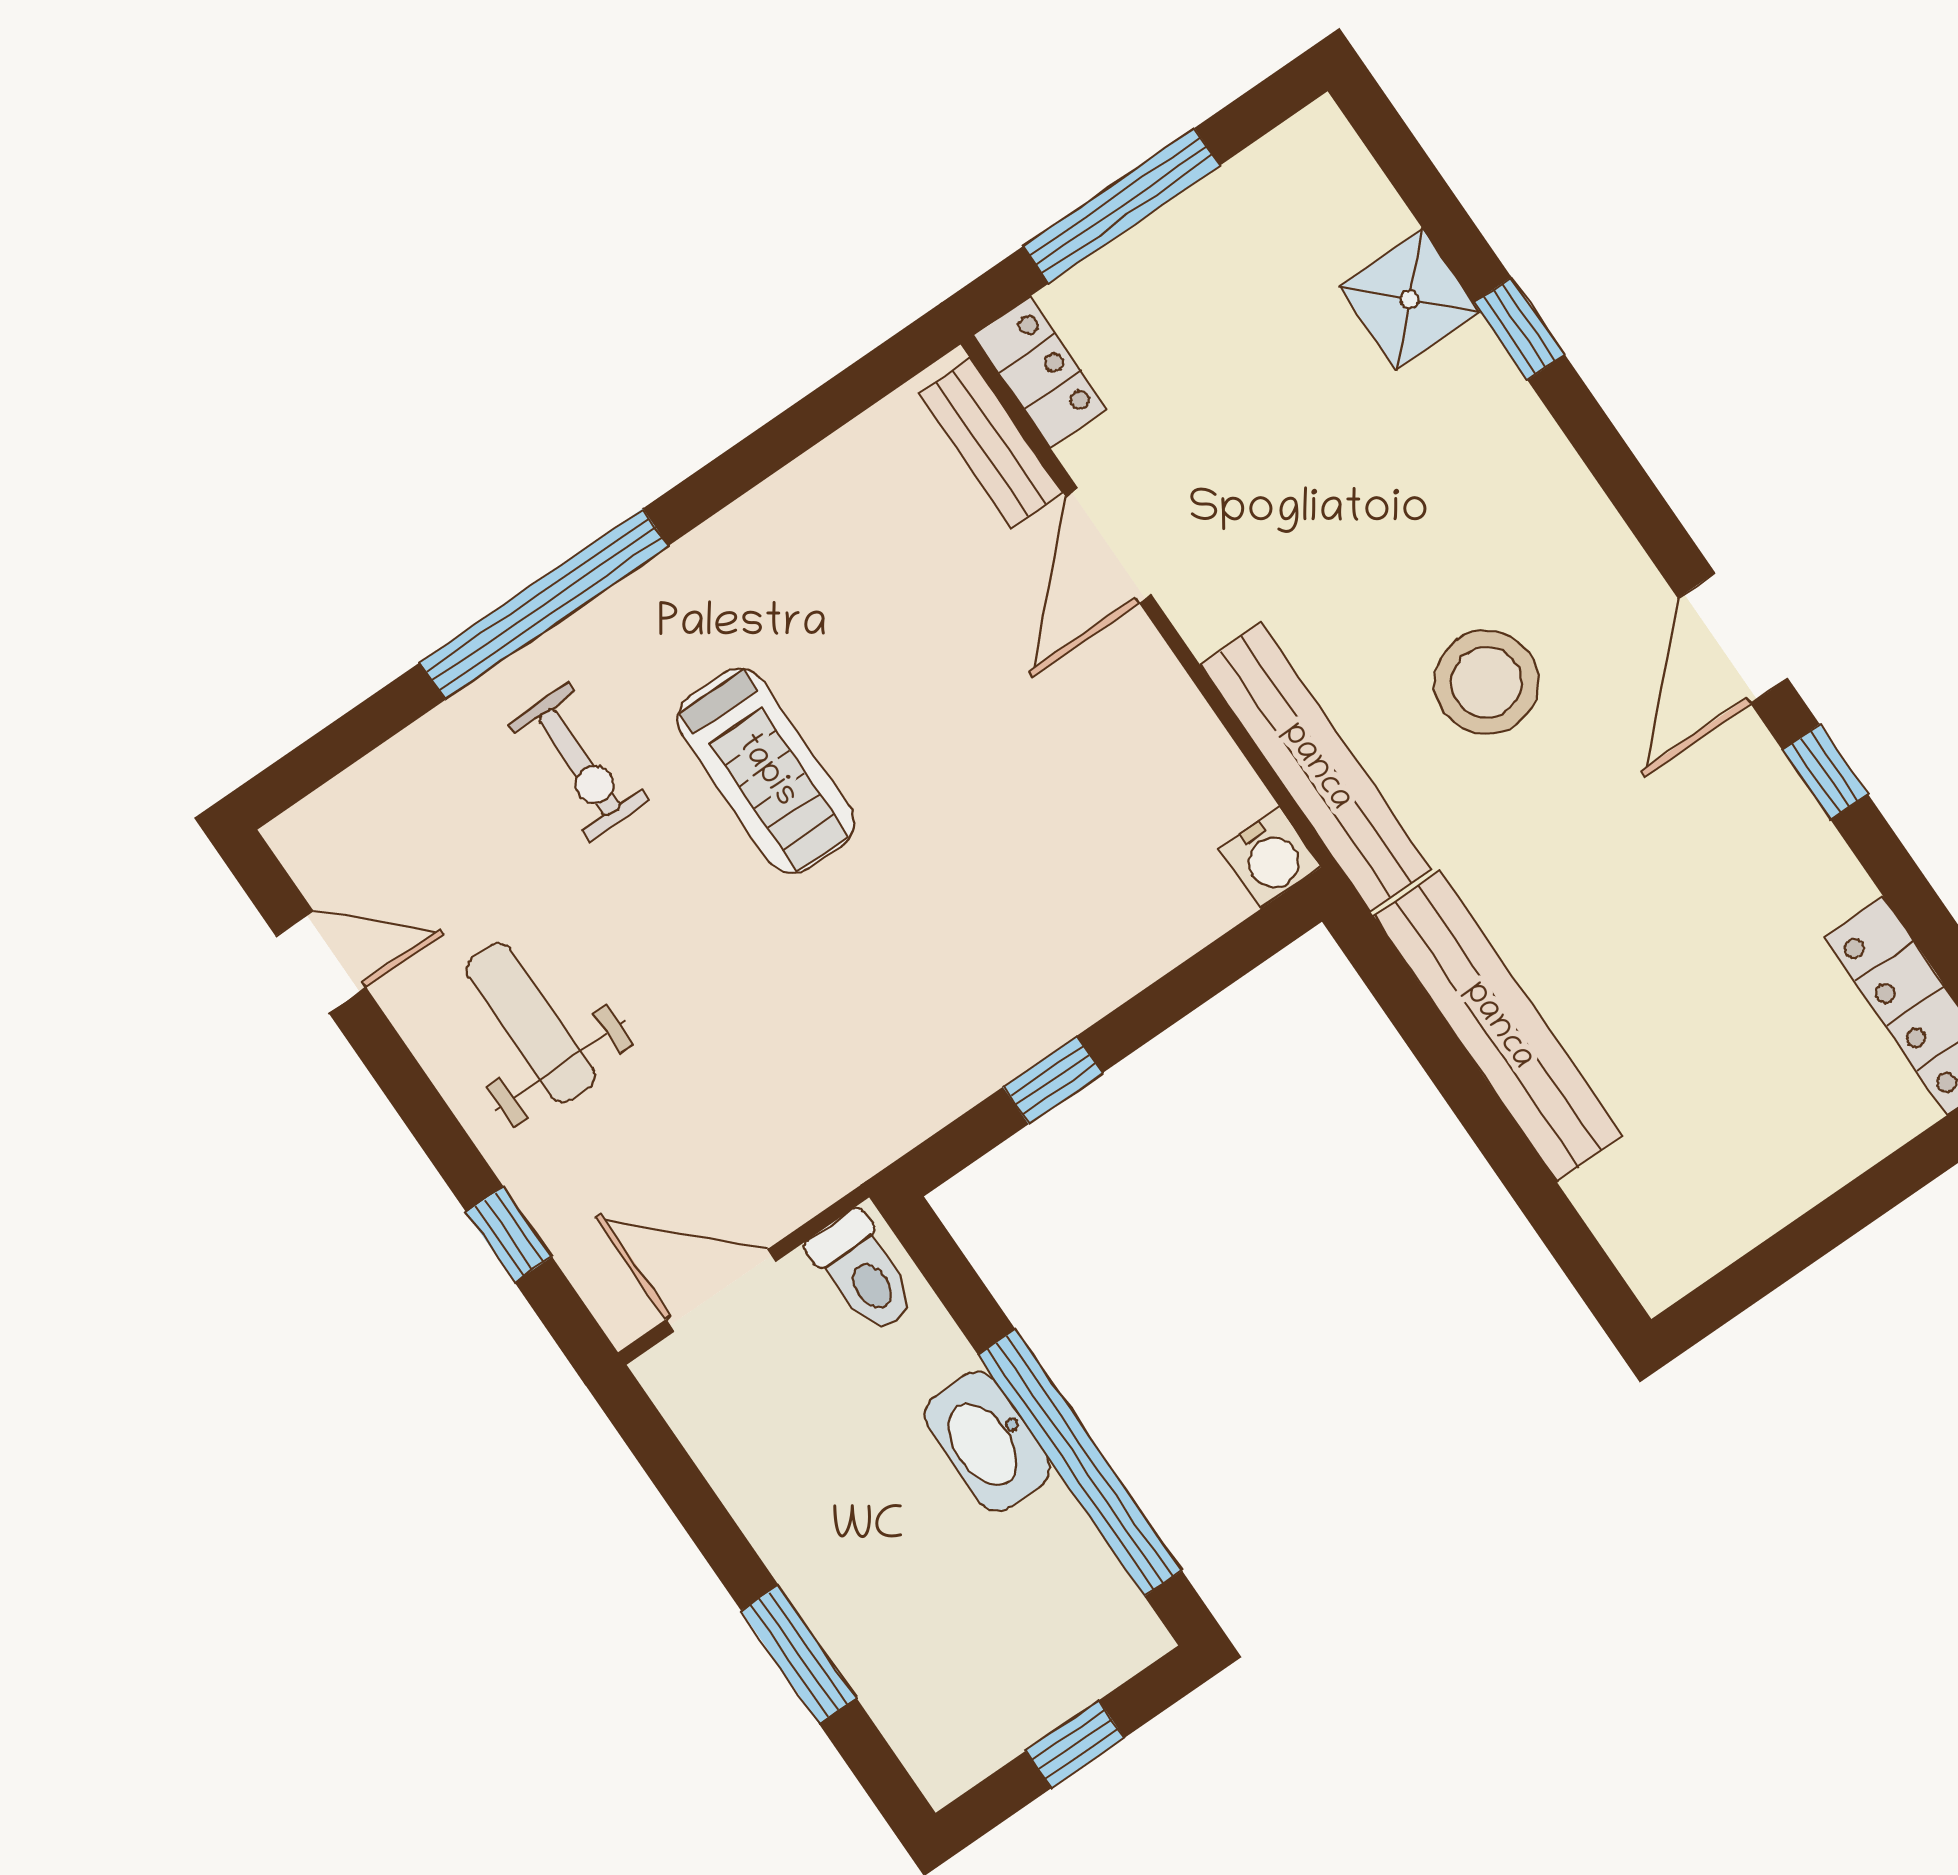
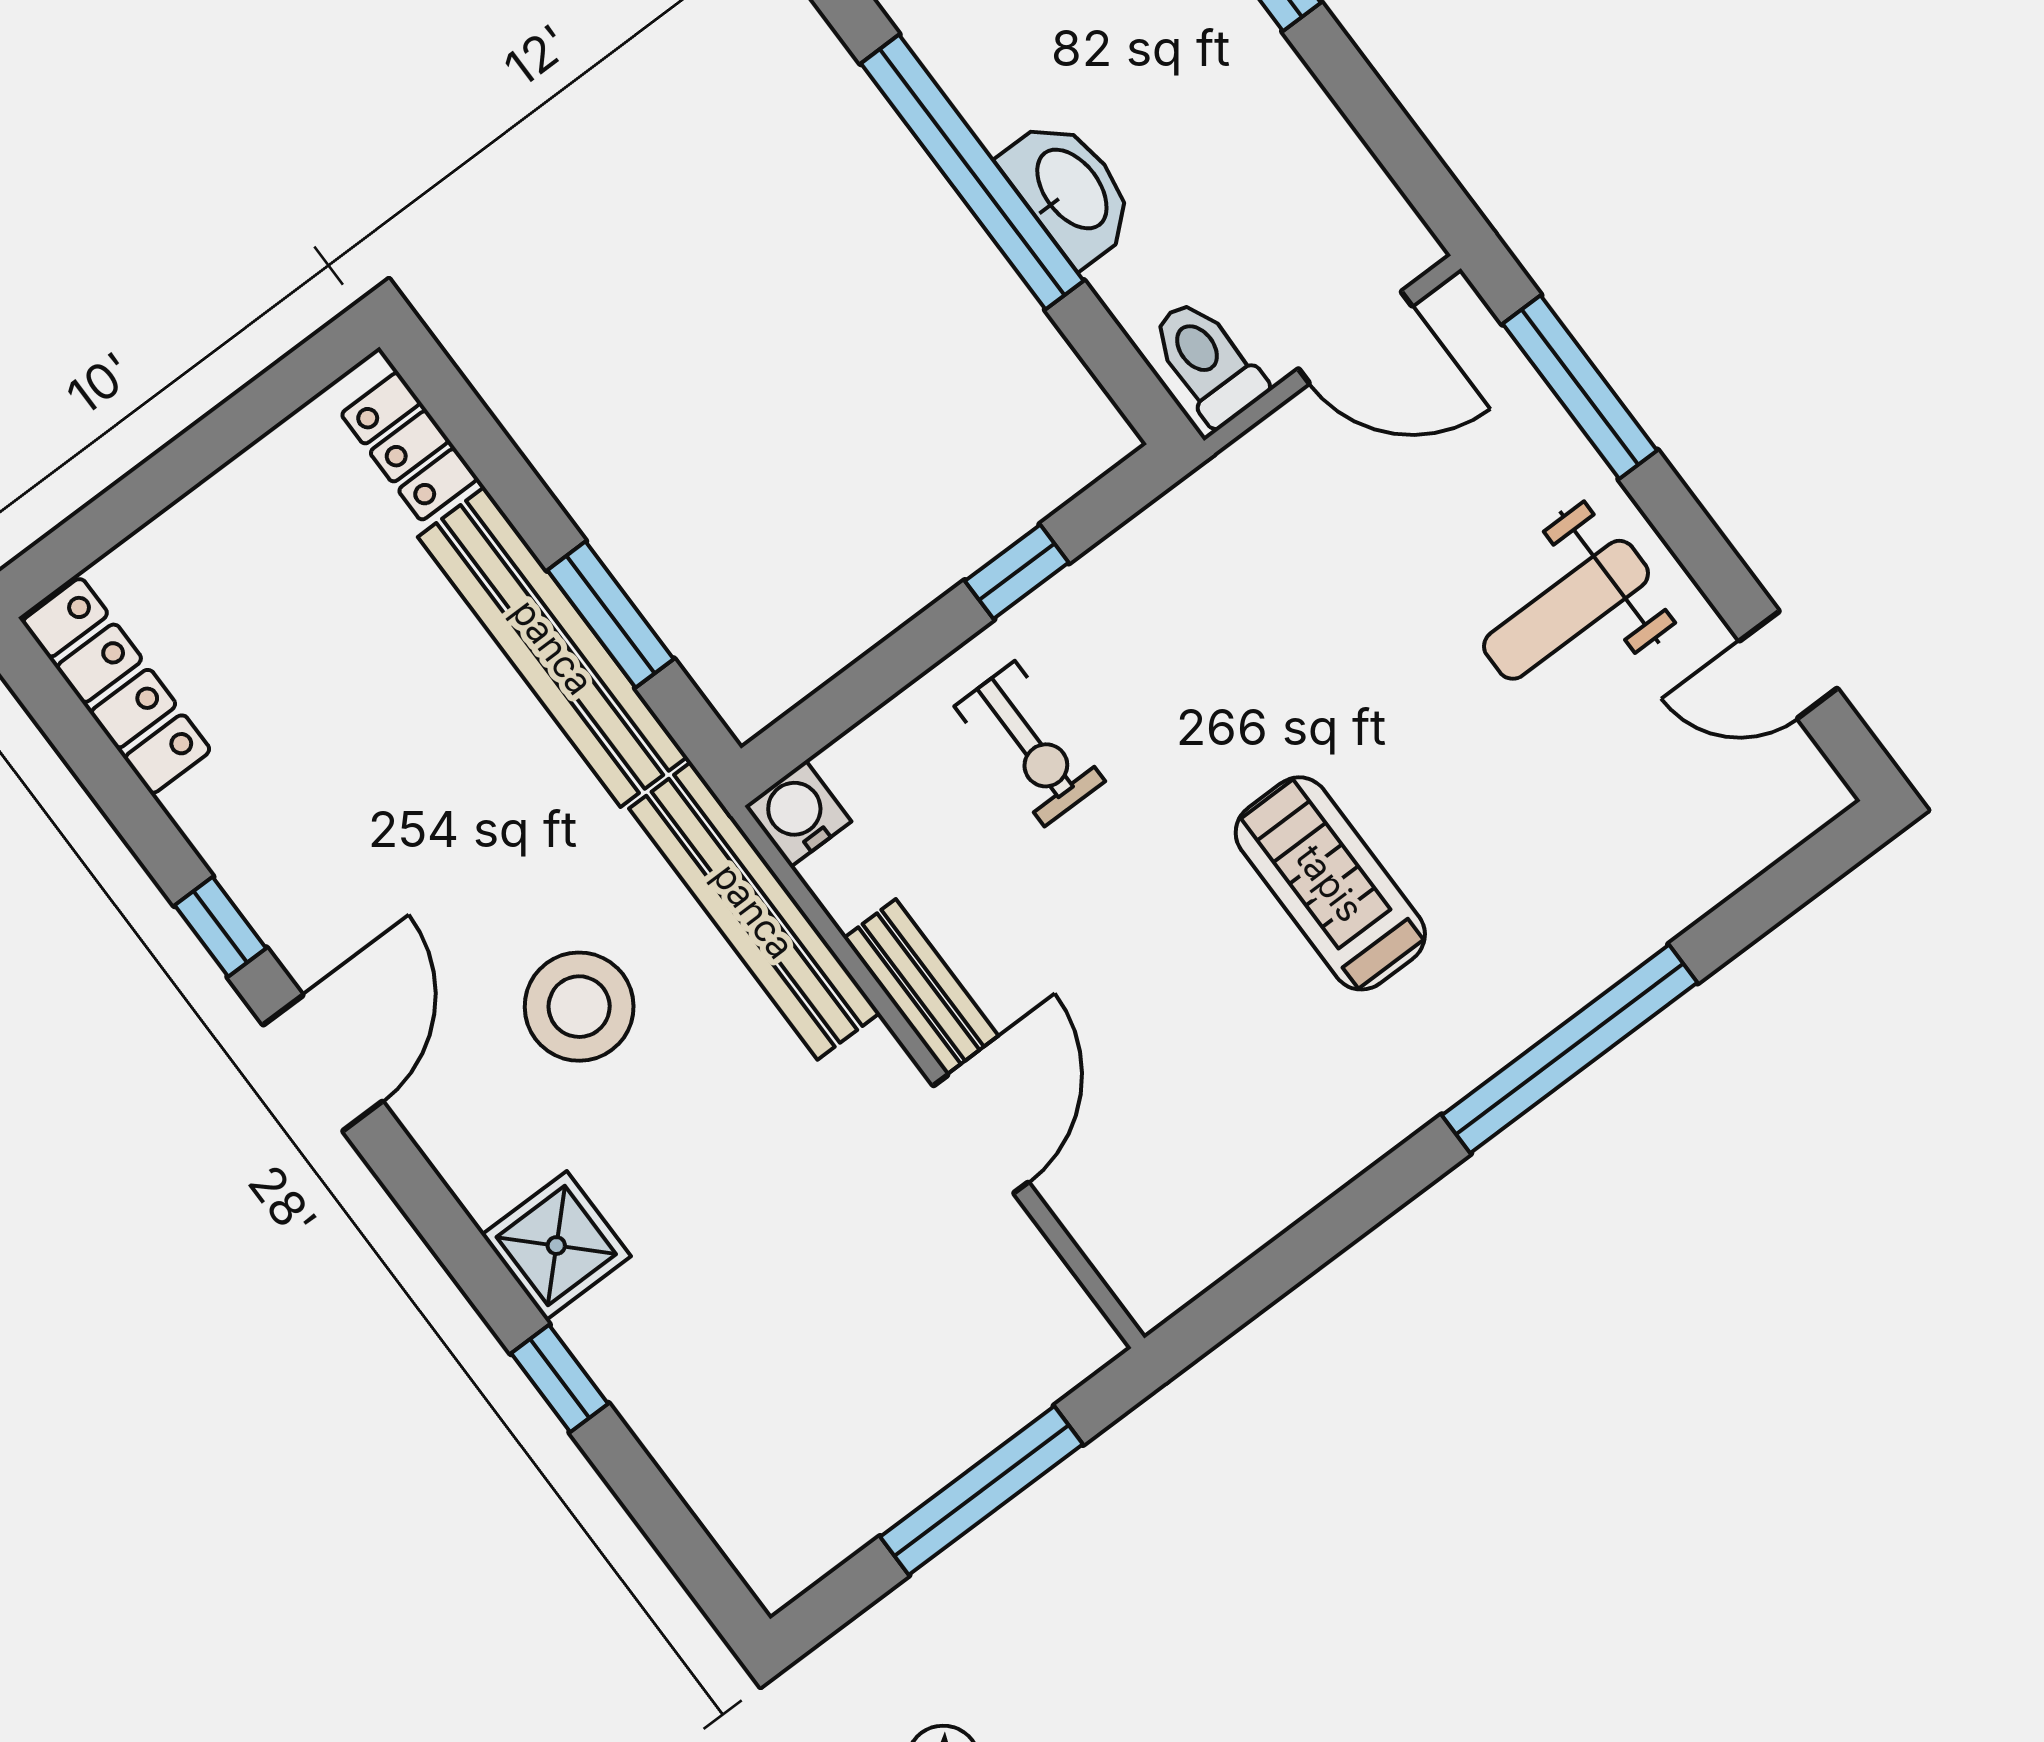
shower: (1409, 299) -> (556, 1246), moved
locker: (1040, 372) -> (409, 446), moved
bench: (991, 443) -> (921, 987), moved
exercise bike: (579, 762) -> (1030, 744), moved, turned 180
weight bench: (531, 1023) -> (1566, 610), turned 90
window: (1441, 1055) -> (611, 615), added
window: (509, 1234) -> (1580, 387), width x2.17

